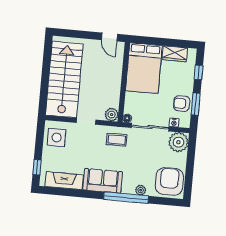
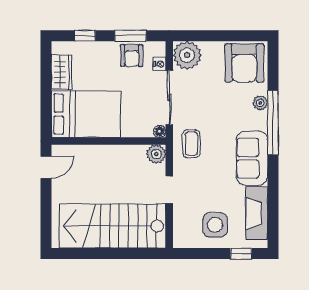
side table: (57, 138) -> (215, 225), moved
armchair: (169, 182) -> (244, 63), turned -90

